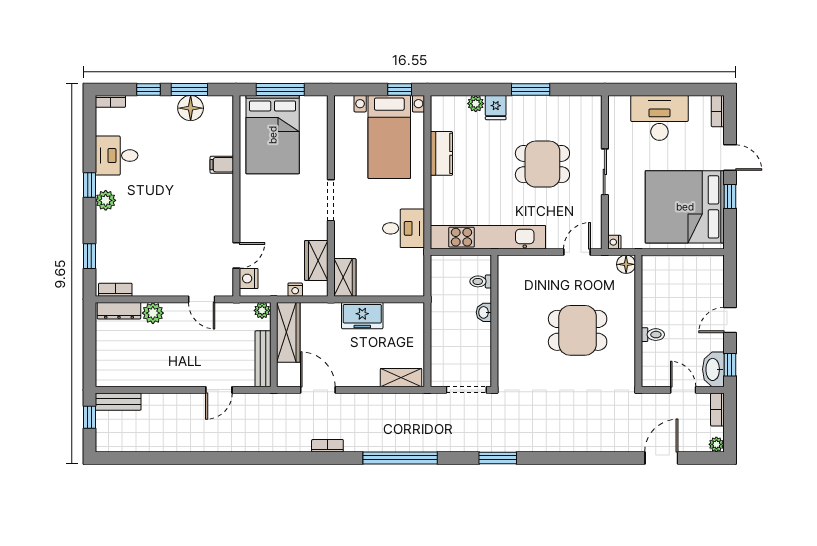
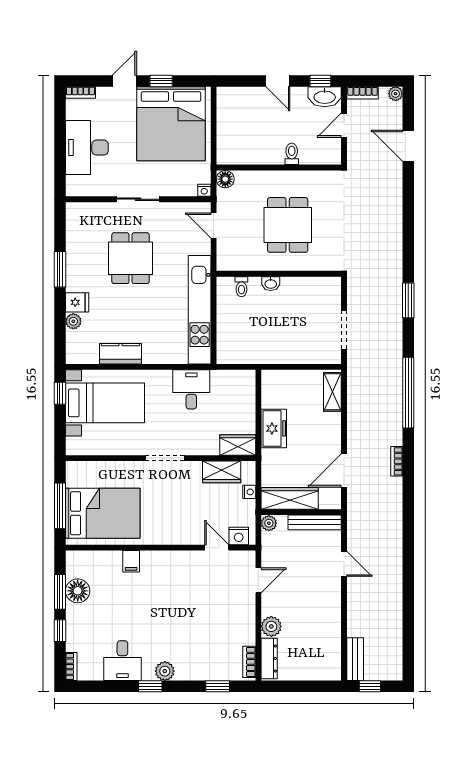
toilet: (481, 281) -> (241, 287), moved
washbasin: (484, 312) -> (271, 284), moved
wall: (494, 321) -> (279, 274), moved

